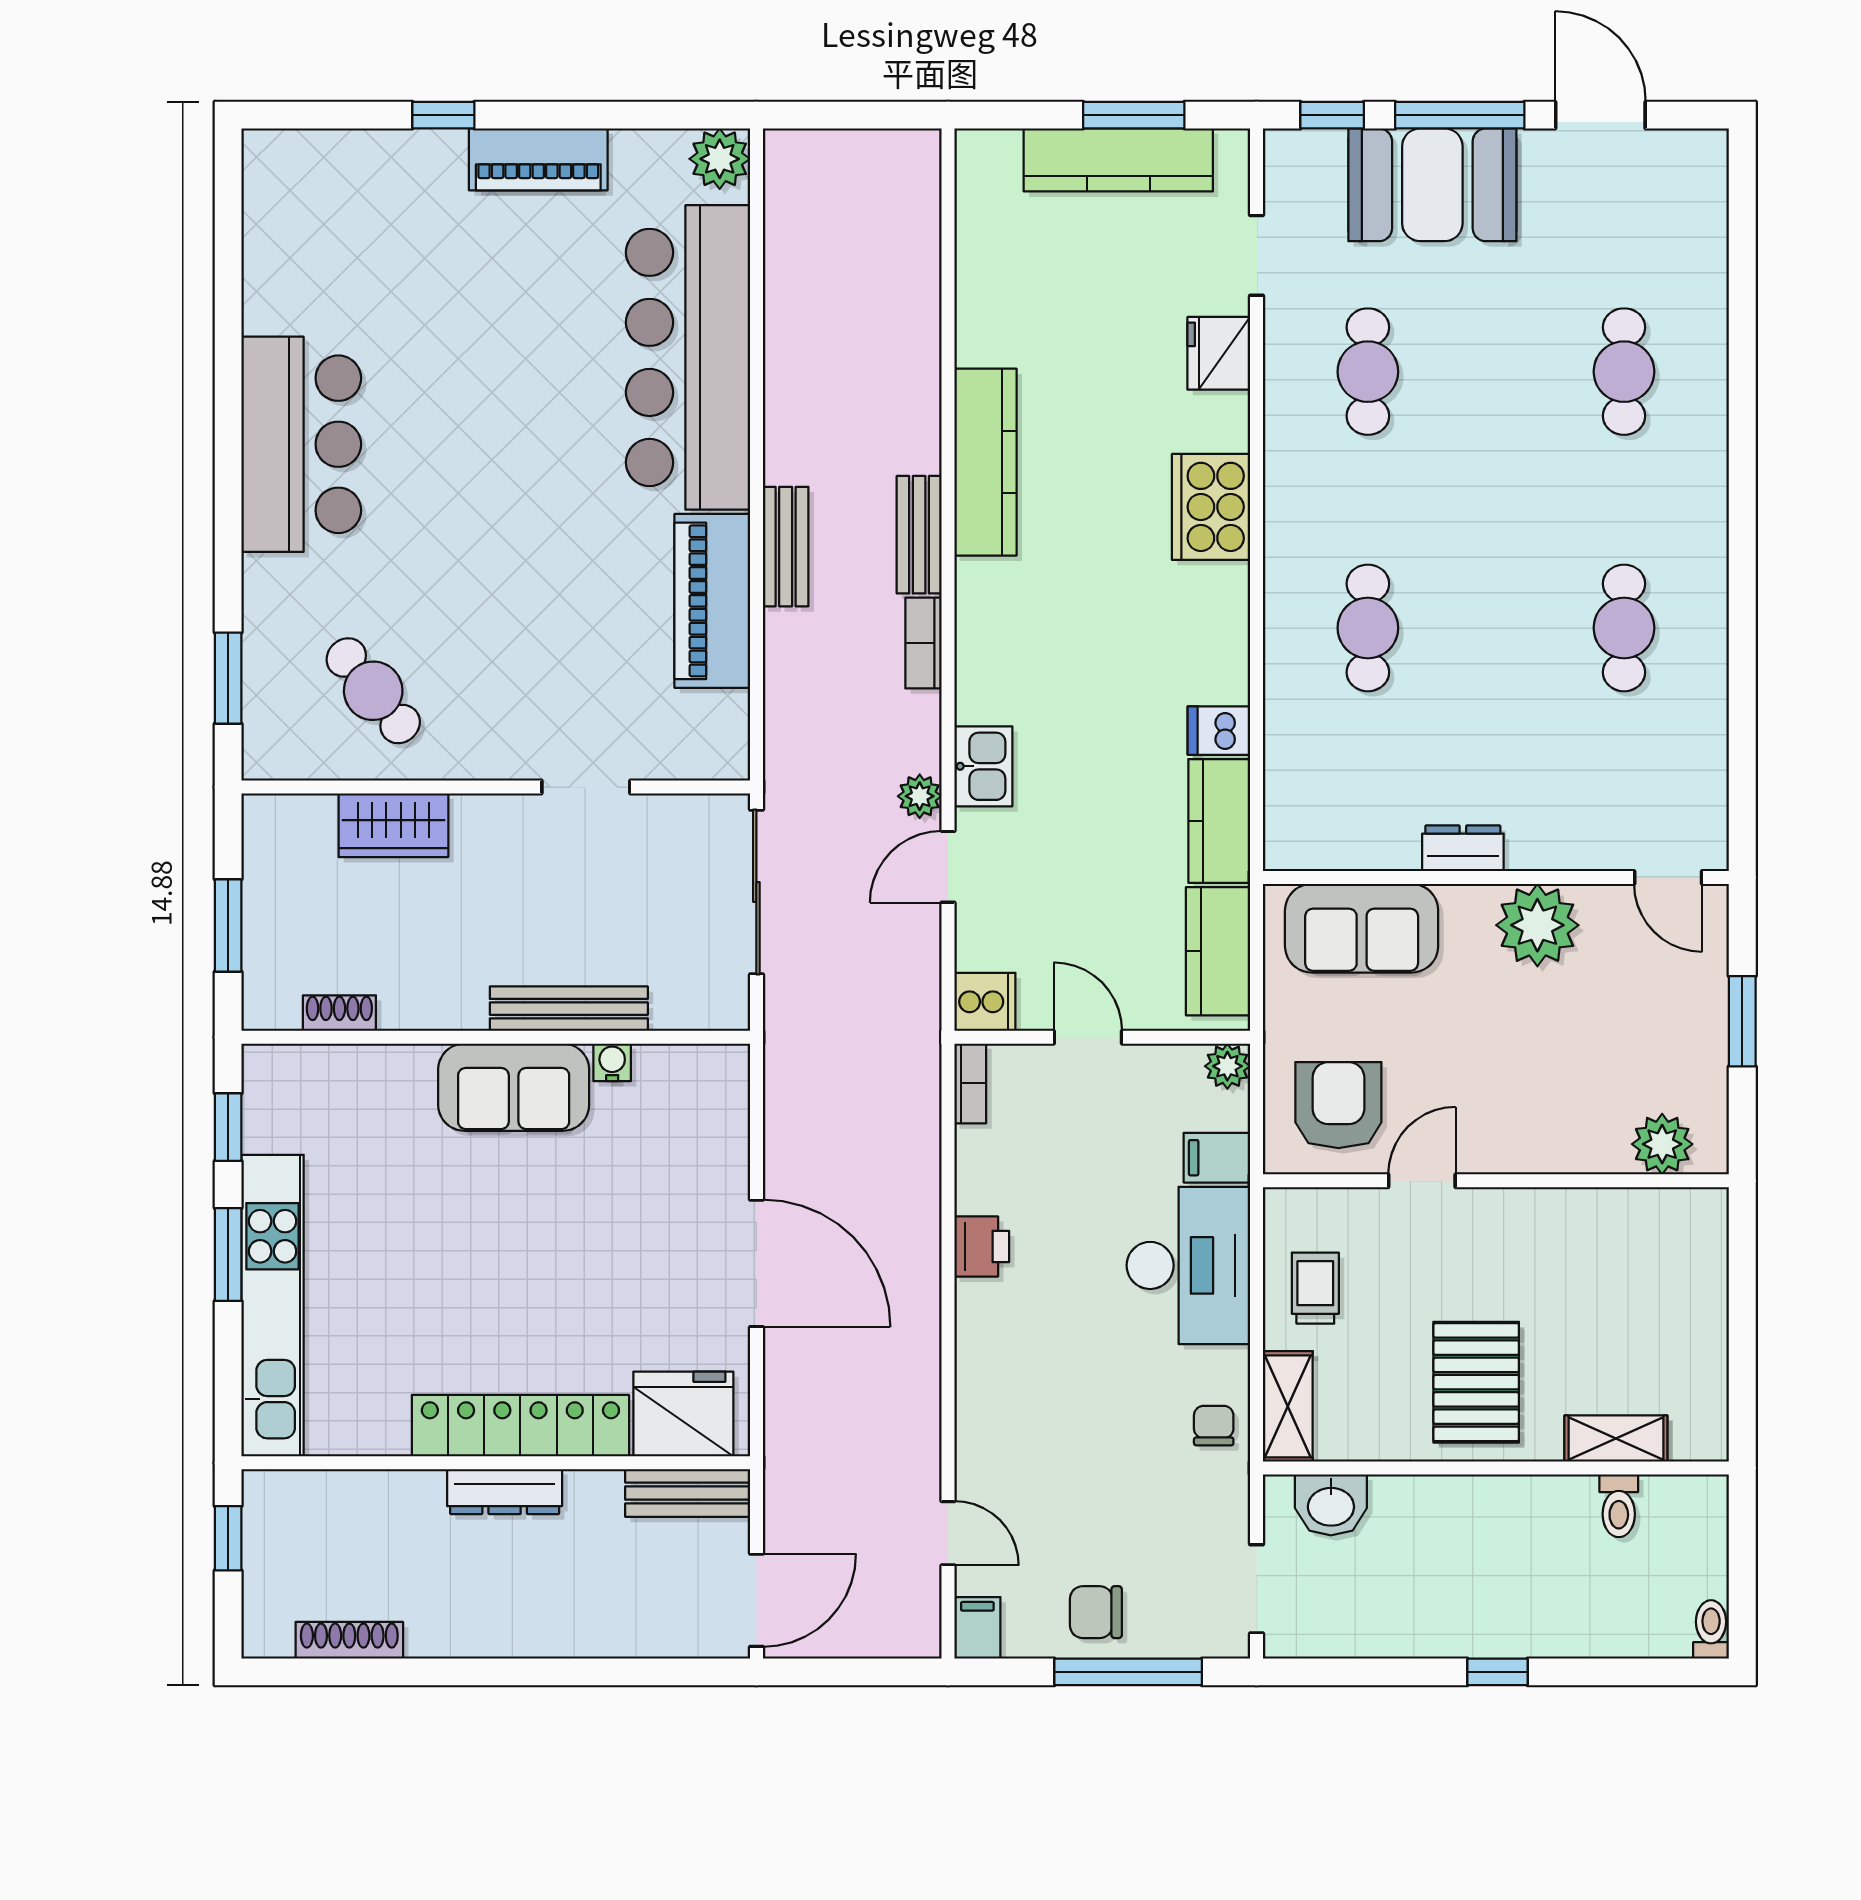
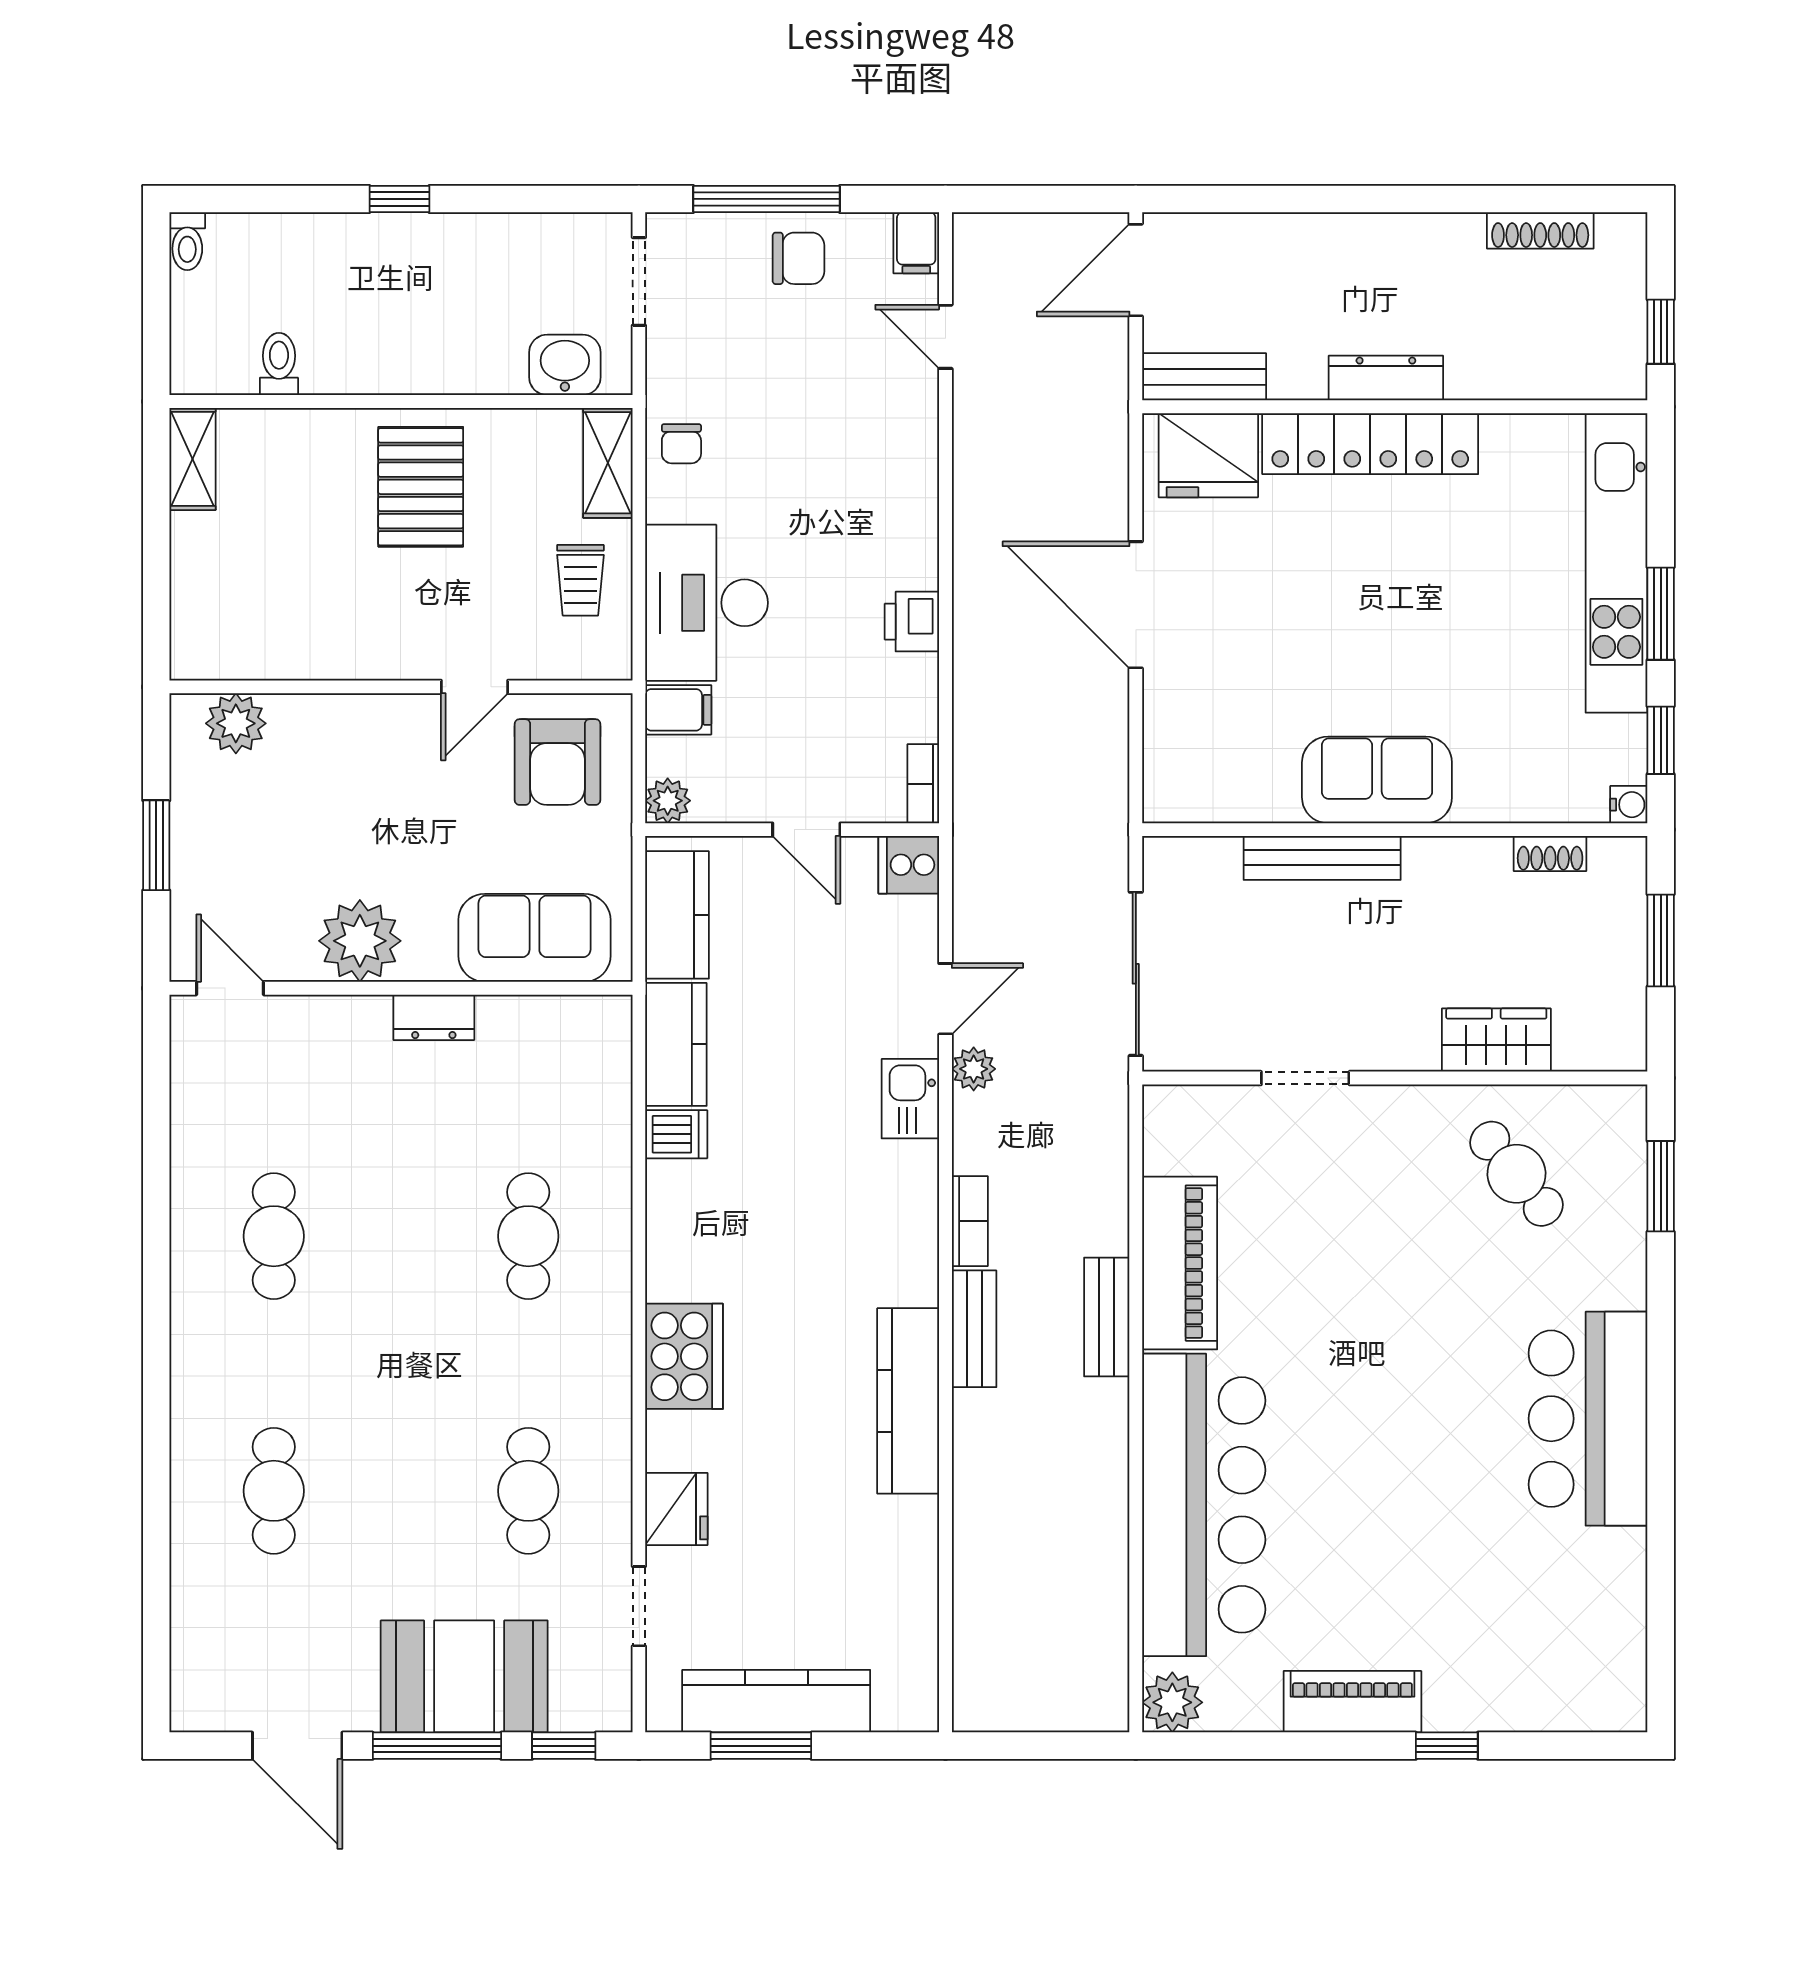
water cooler: (612, 1062) -> (1629, 805), moved, turned -90
shelving: (1616, 1439) -> (192, 459), moved, turned 90

